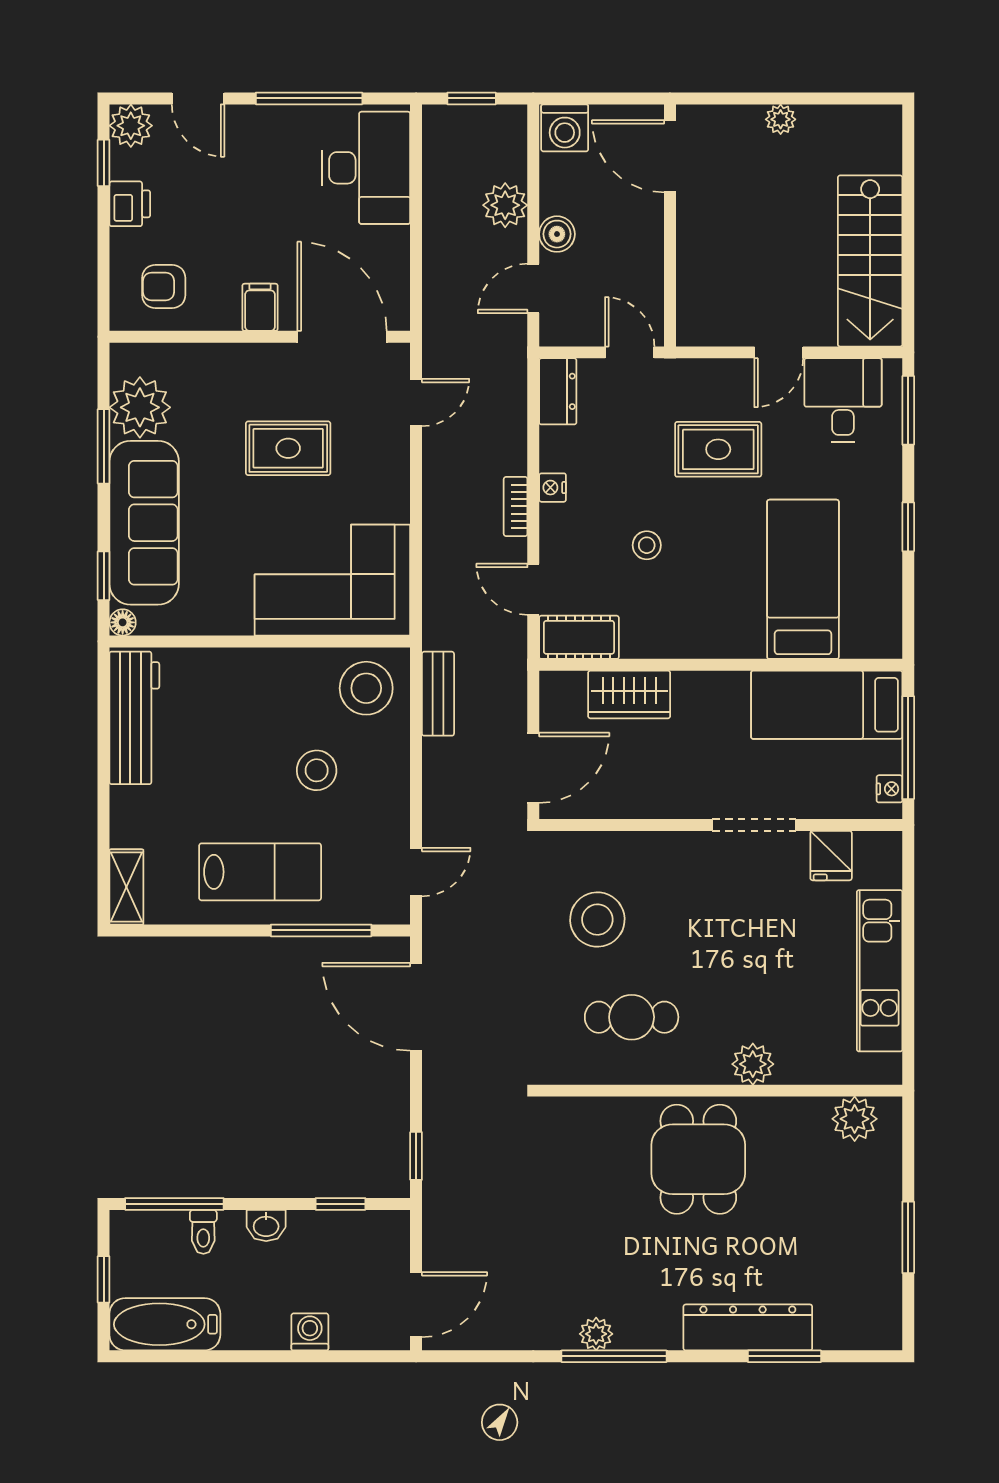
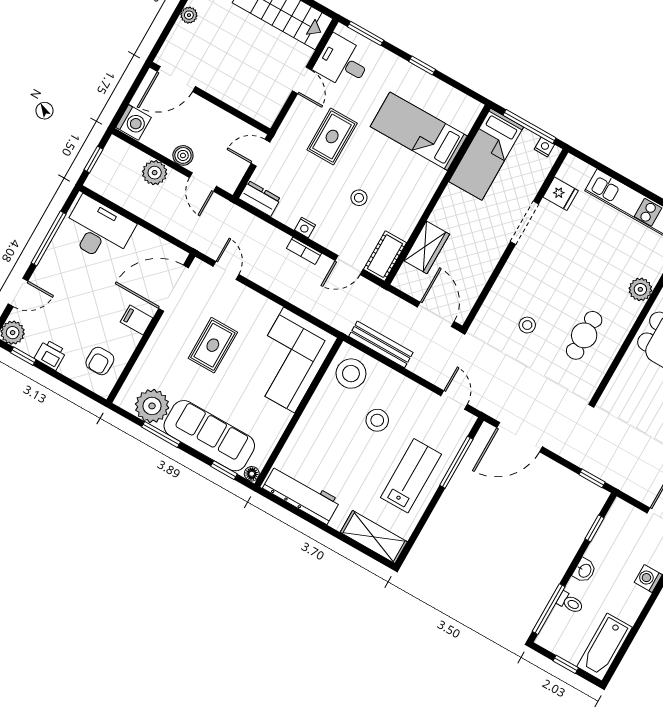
bench: (438, 694) -> (381, 344), width x1.36
shelving: (126, 887) -> (374, 537), width x1.50, depth x1.33
stool: (597, 920) -> (527, 325), width x0.53, depth x0.53

